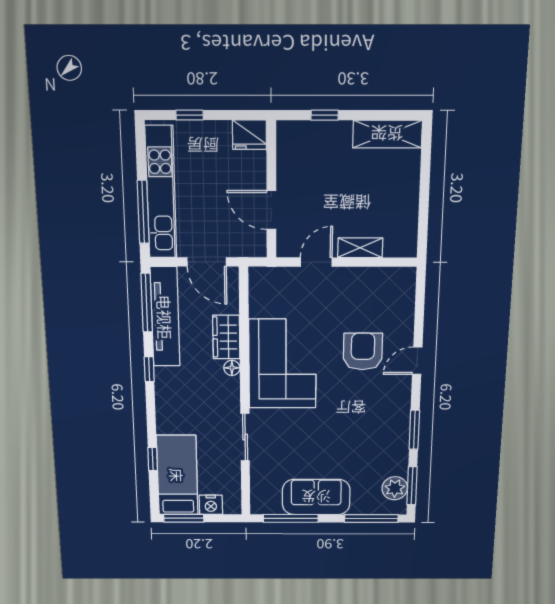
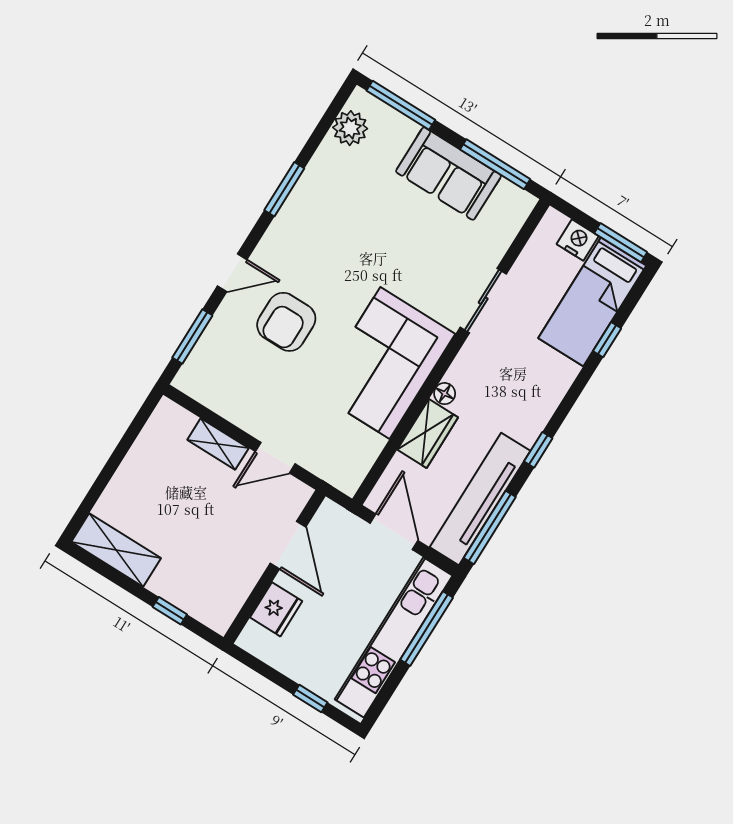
fridge: (249, 135) -> (276, 609), moved, turned 90
window: (412, 486) -> (192, 336), moved

